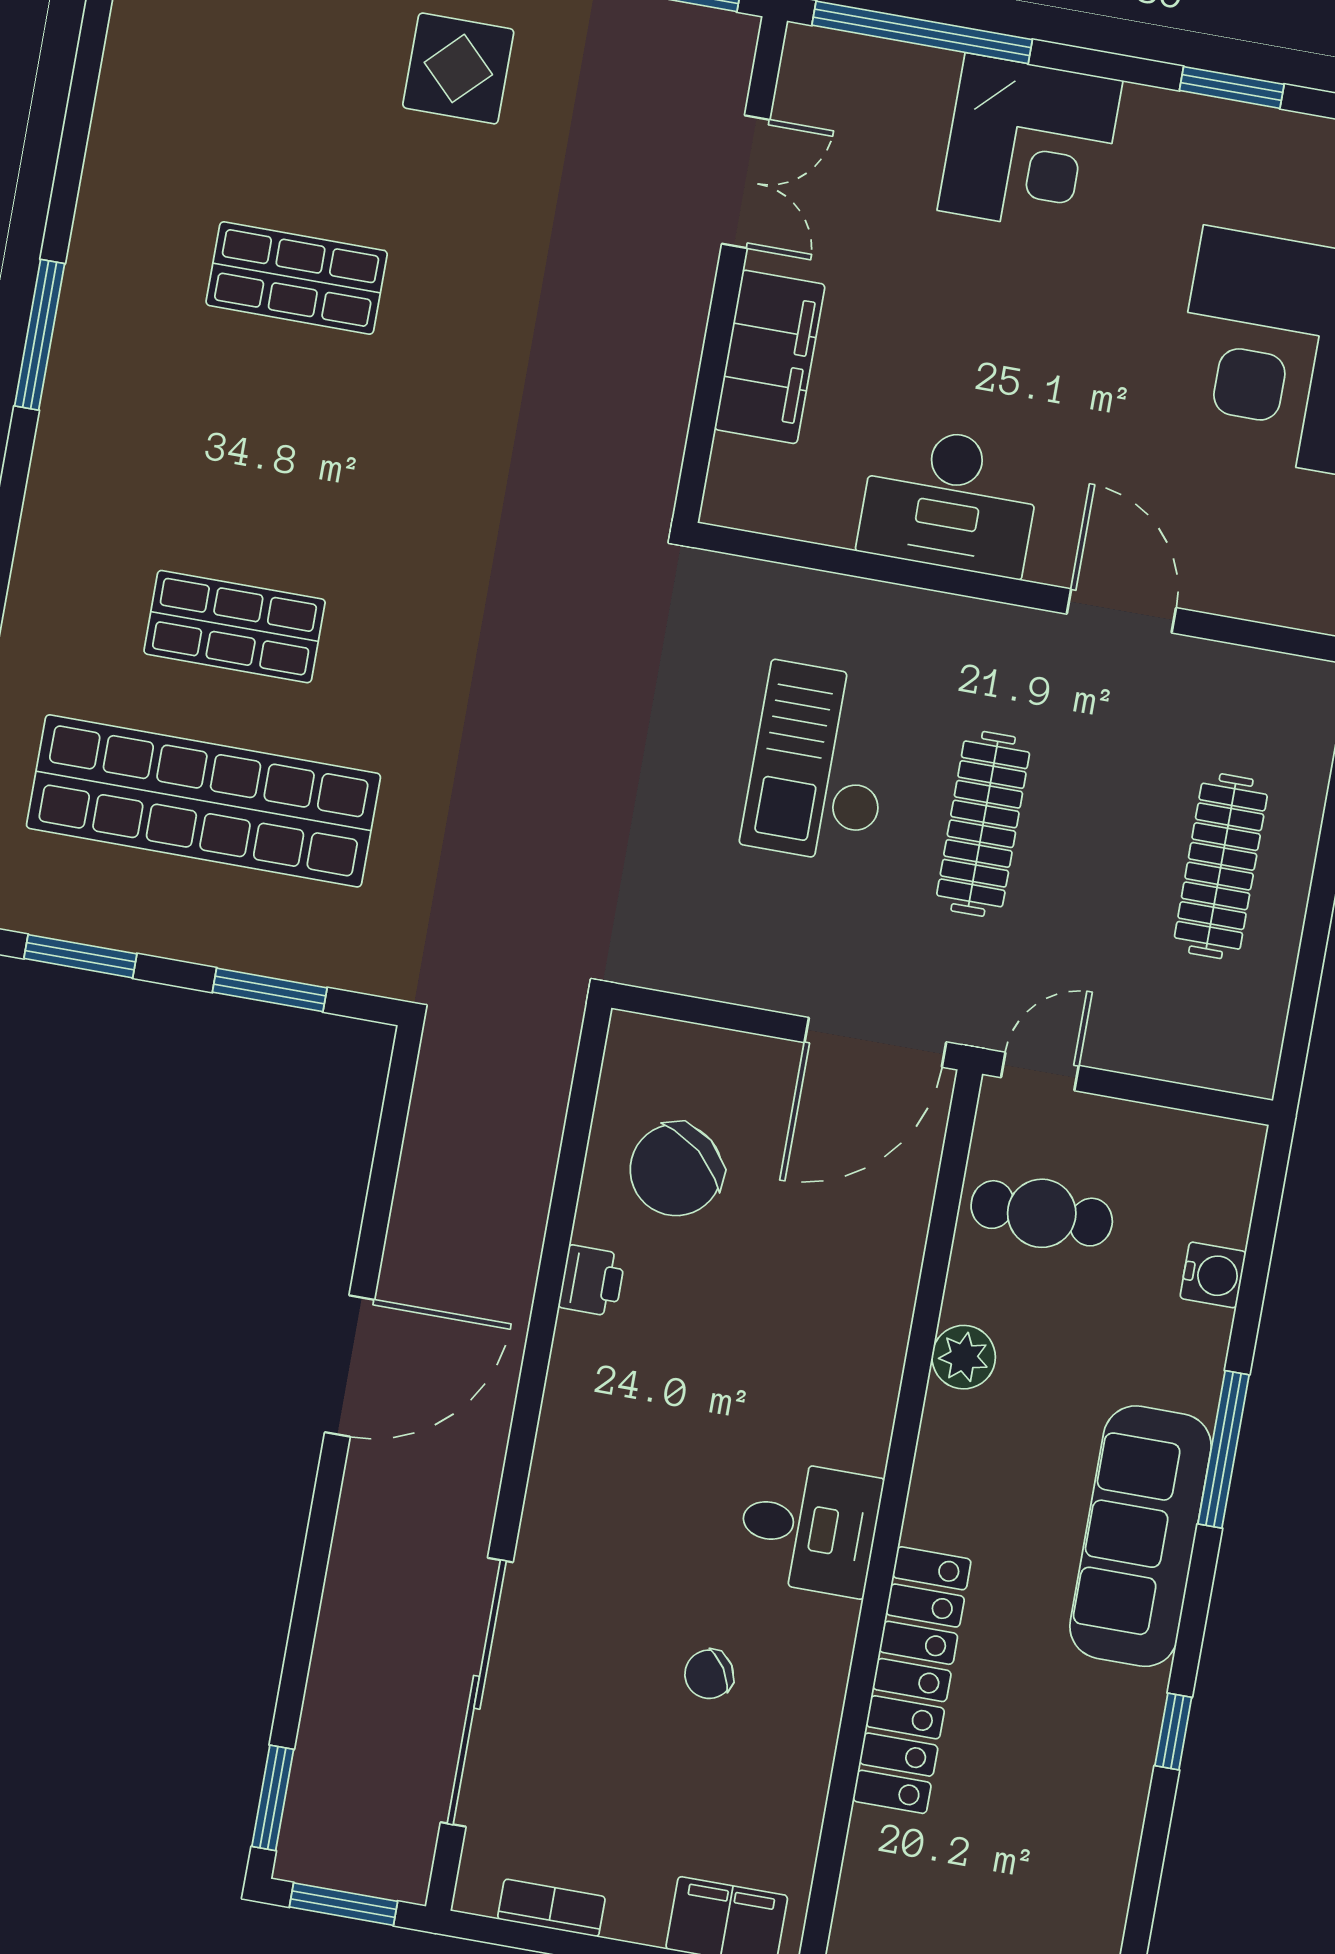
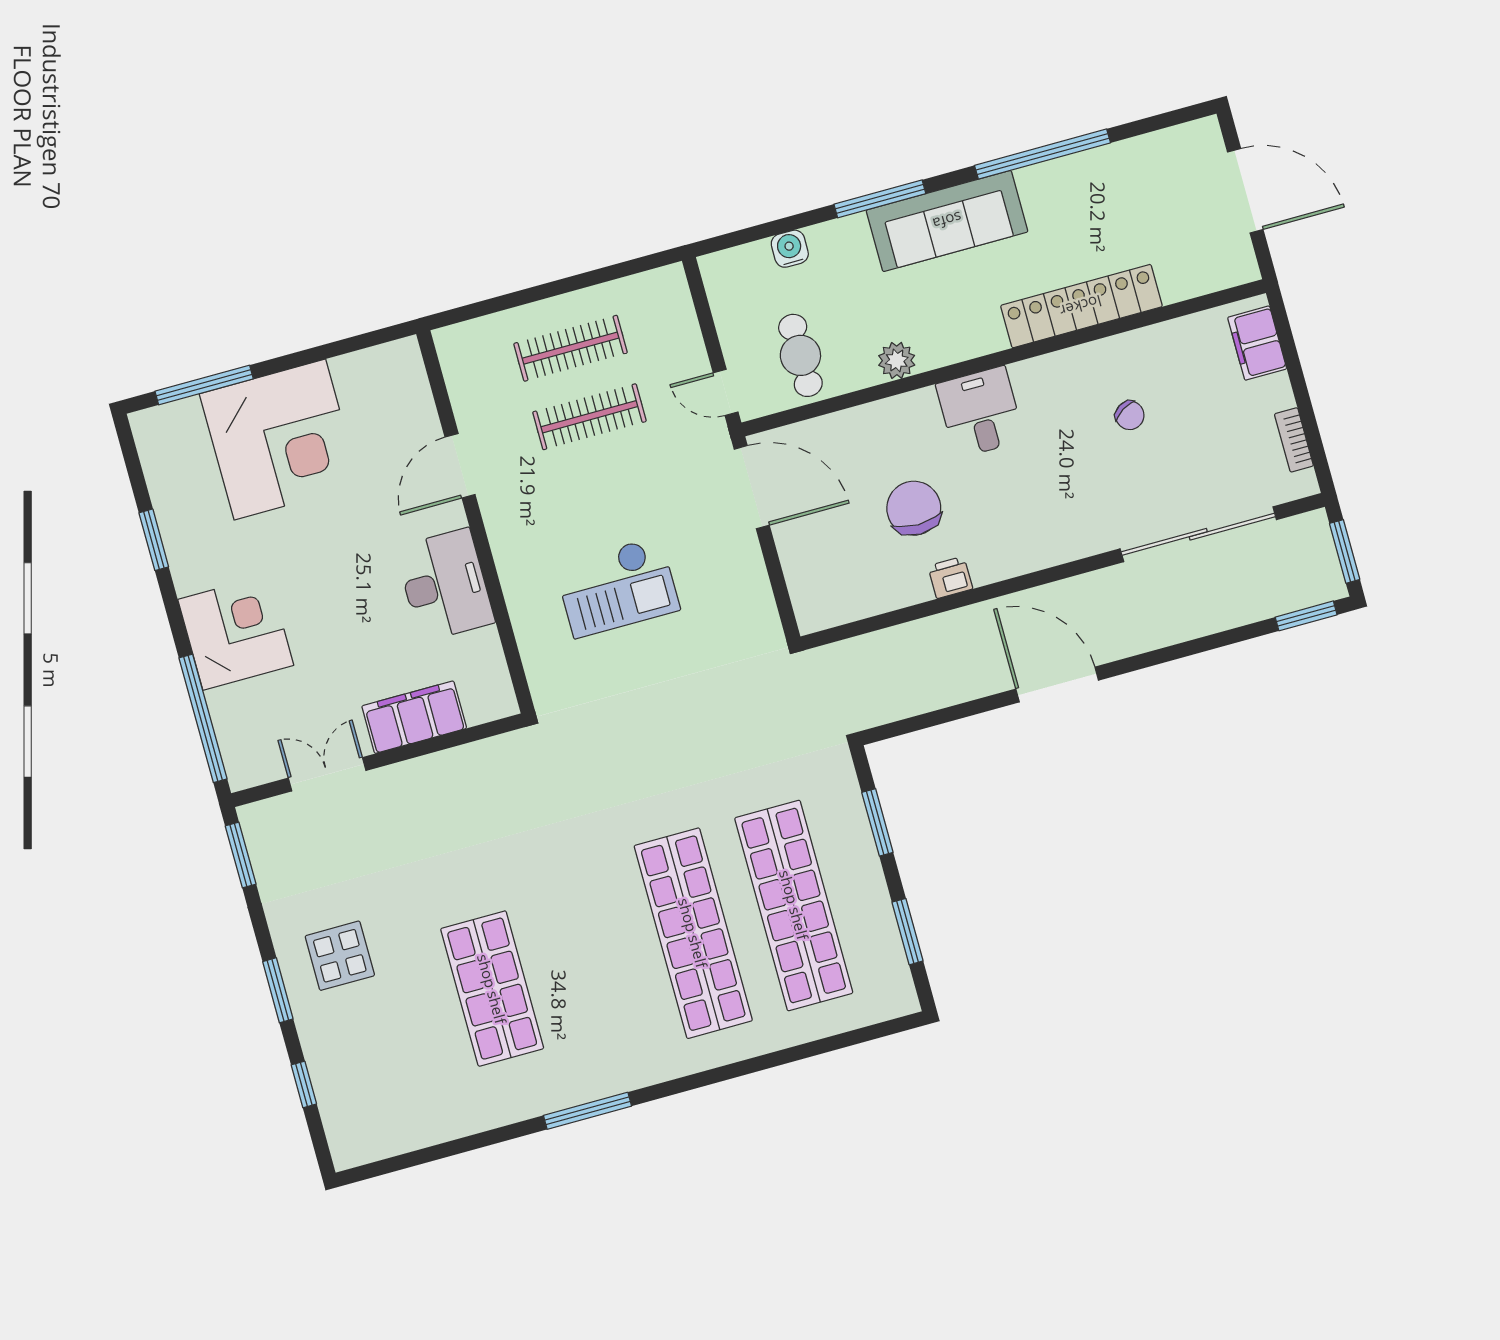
shop shelf: (297, 278) -> (492, 989), width x1.43, depth x1.36
shop shelf: (235, 627) -> (693, 933), width x2.00, depth x1.36
clothes rail: (983, 824) -> (589, 417), moved
chair: (676, 1170) -> (914, 508), moved, turned -130
desk: (809, 1528) -> (980, 412), moved
window: (1173, 1731) -> (1042, 154), width x3.17

